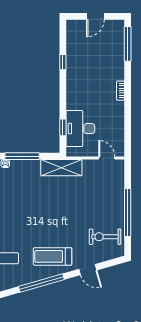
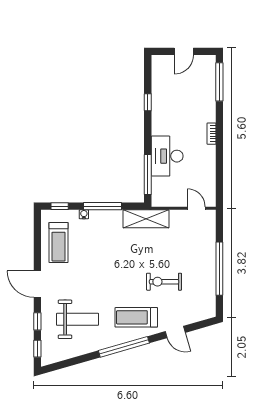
window: (63, 127) -> (148, 174), width x2.17
desk: (80, 129) -> (167, 156), moved
exercise bike: (105, 237) -> (164, 282), moved

